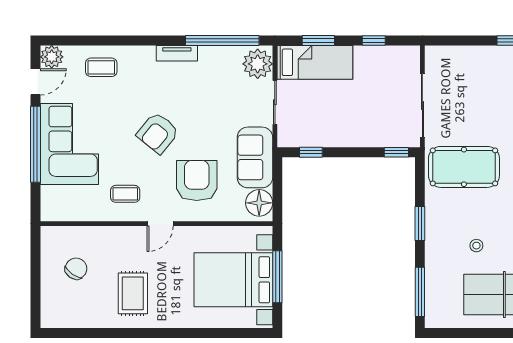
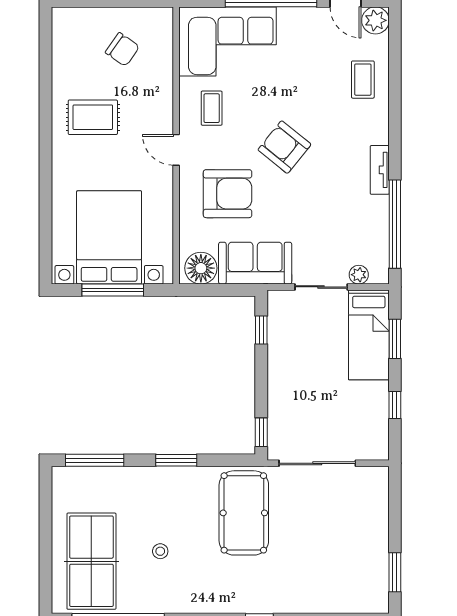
plant: (258, 64) -> (359, 275), width x0.53, depth x0.53
corner sofa: (69, 144) -> (228, 41), moved
stool: (476, 246) -> (160, 551), moved

